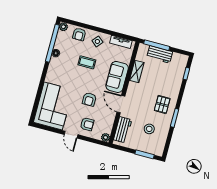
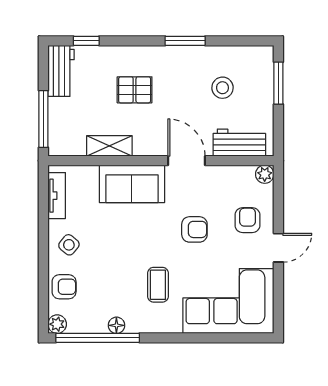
workbench: (160, 54) -> (61, 71), moved
coffee table: (87, 62) -> (158, 285), moved
door: (121, 104) -> (186, 161), swing flipped
pallet: (162, 104) -> (135, 90), moved

